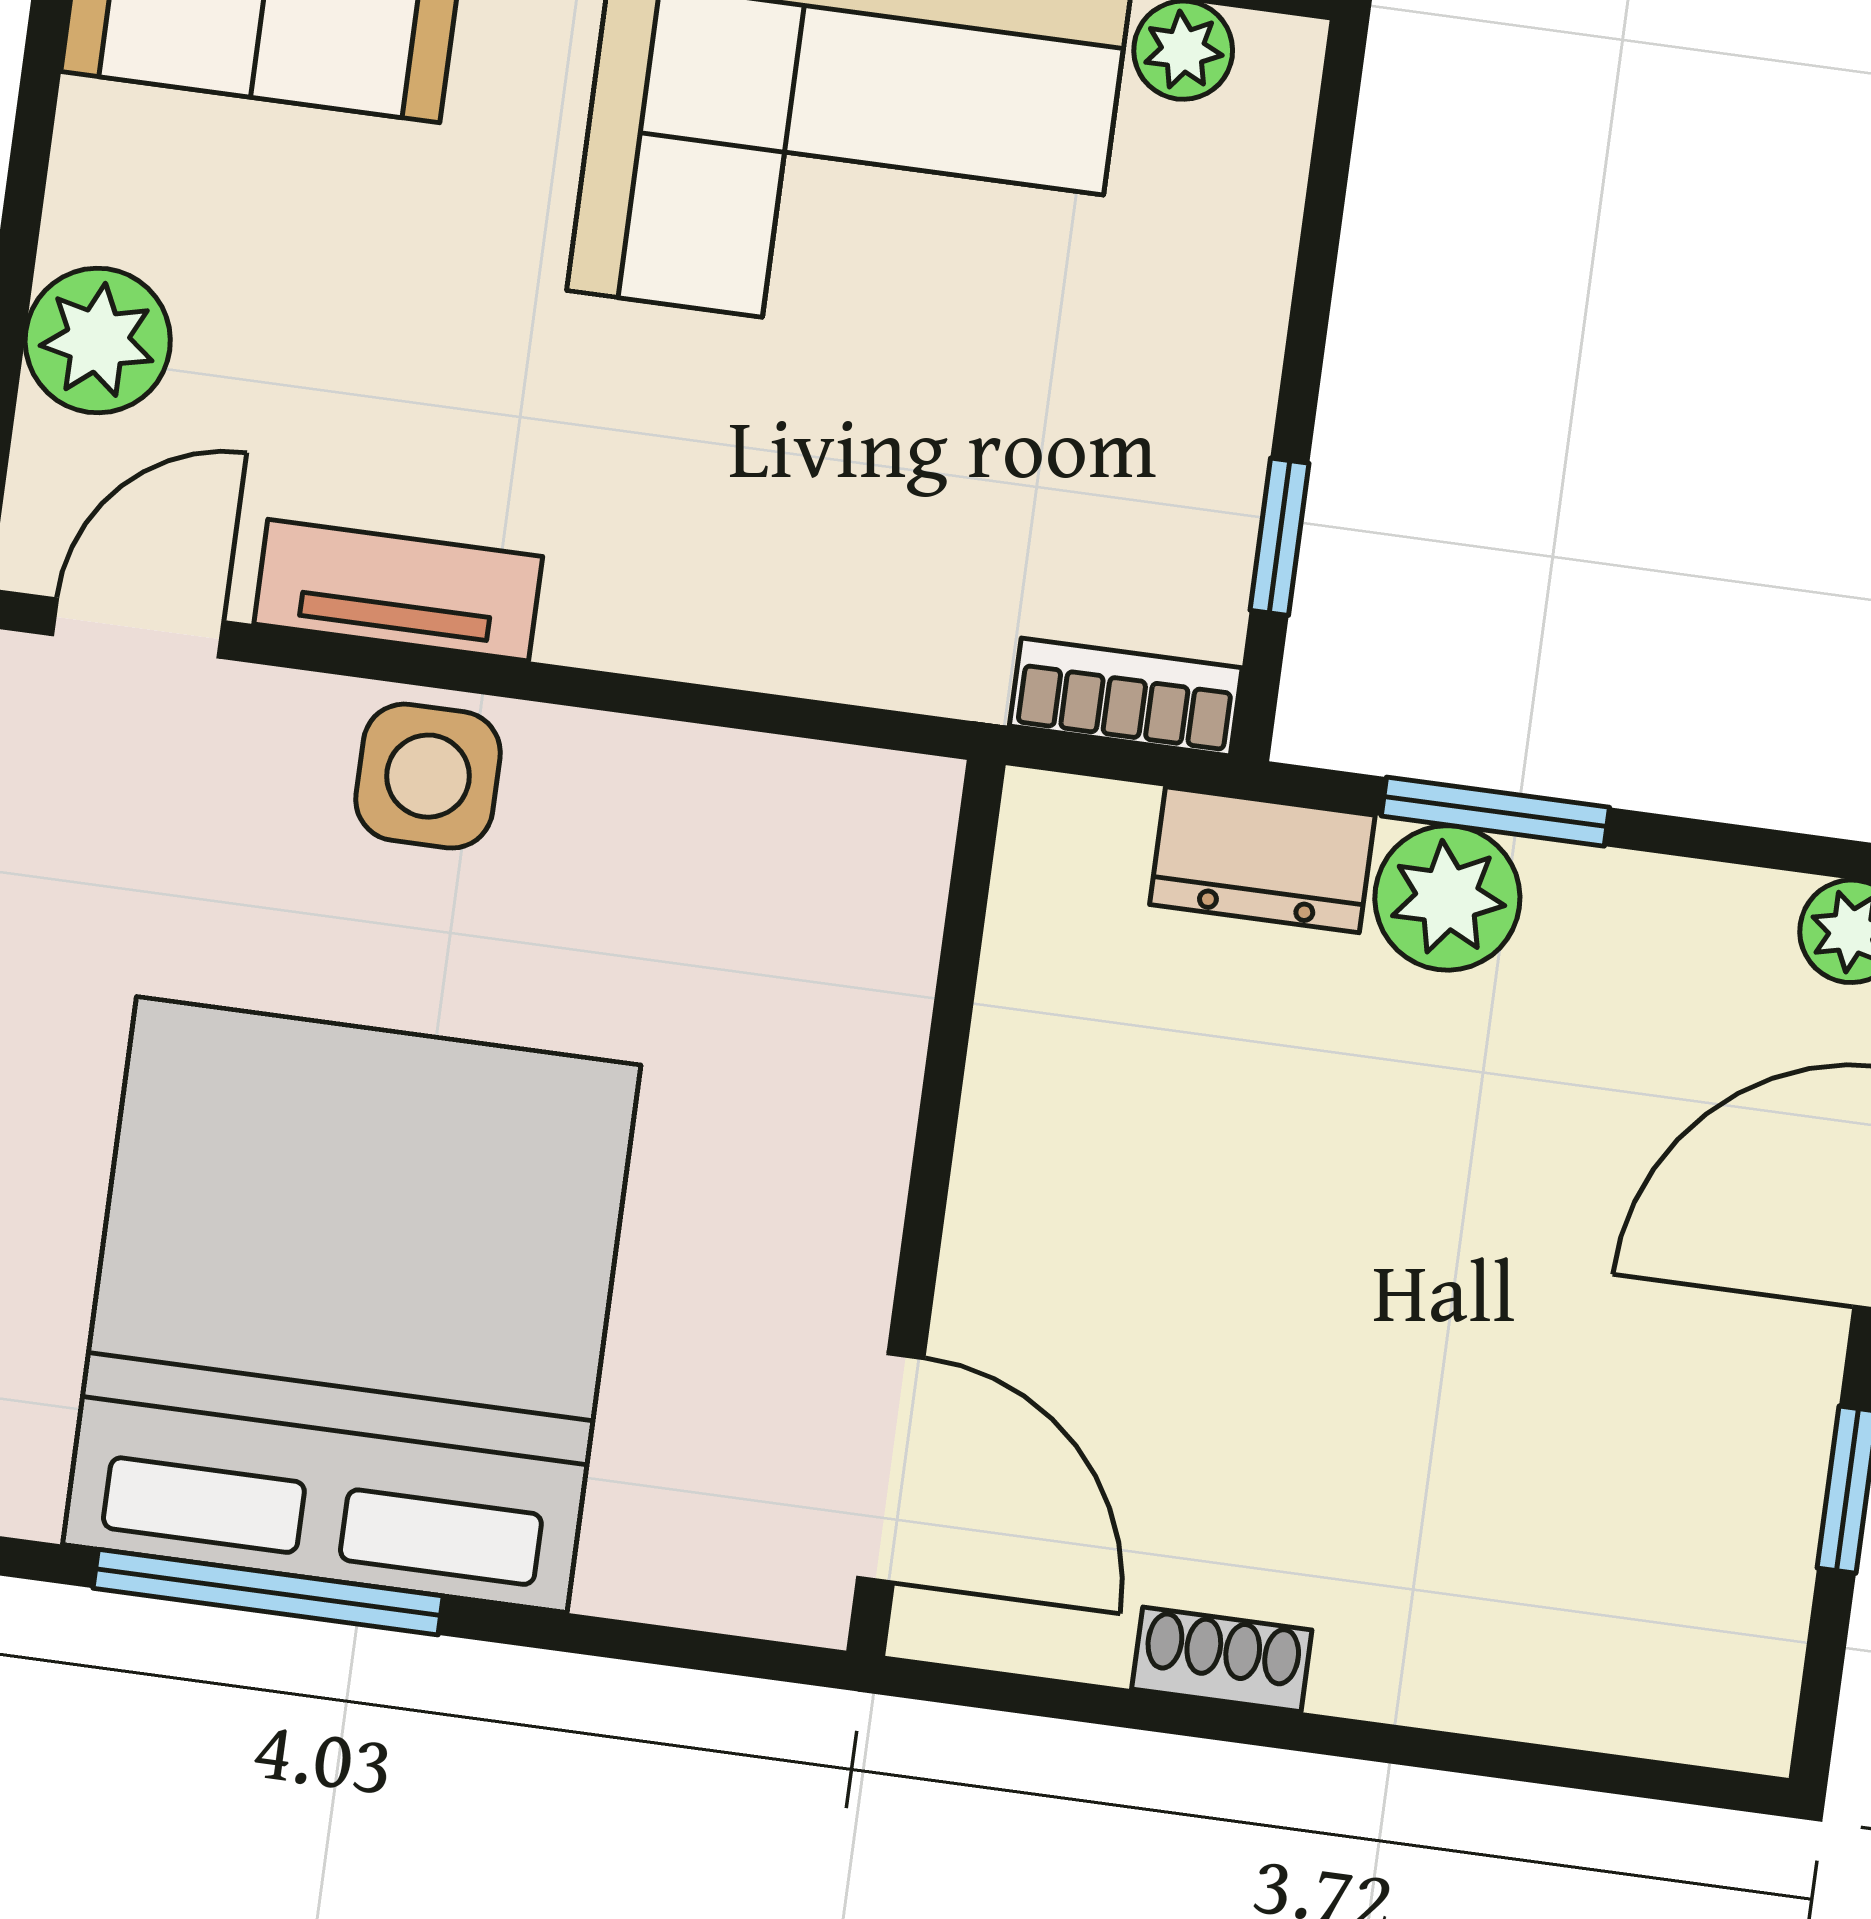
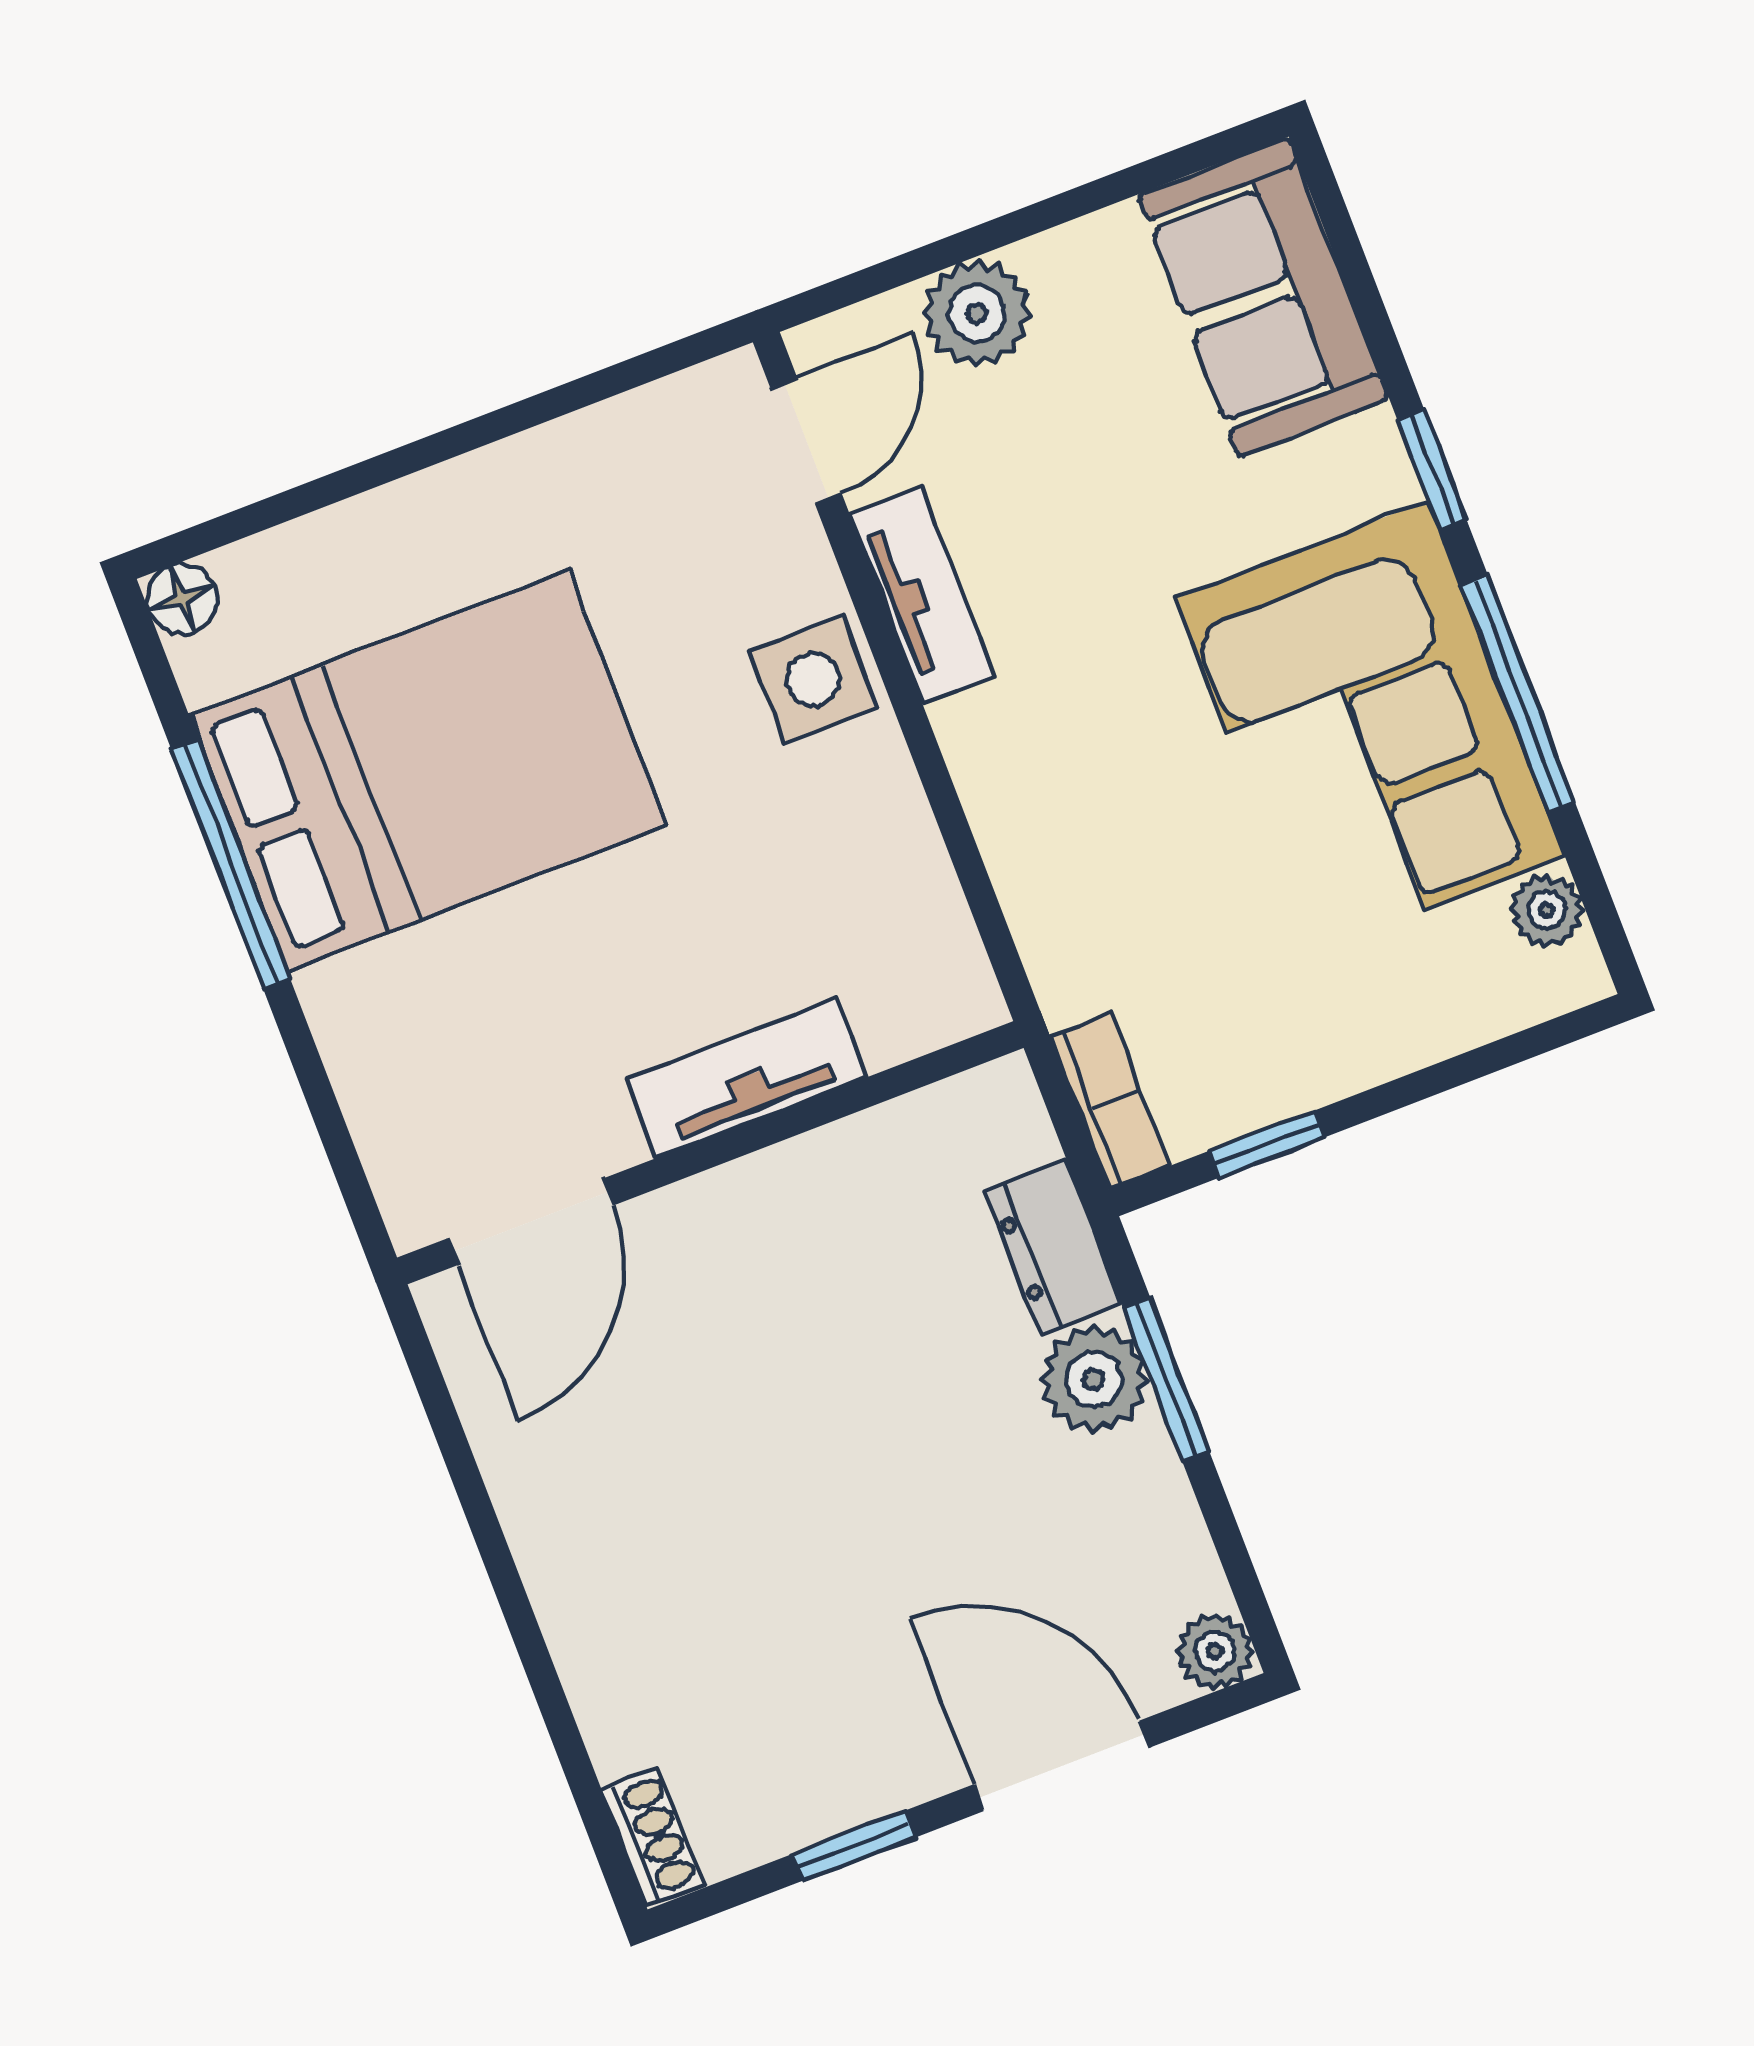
door: (138, 628) -> (806, 441), hinge flipped
tv unit: (860, 1116) -> (746, 1078), added
bed: (352, 1305) -> (428, 770), width x0.73
shoe rack: (1222, 1659) -> (652, 1837), moved

